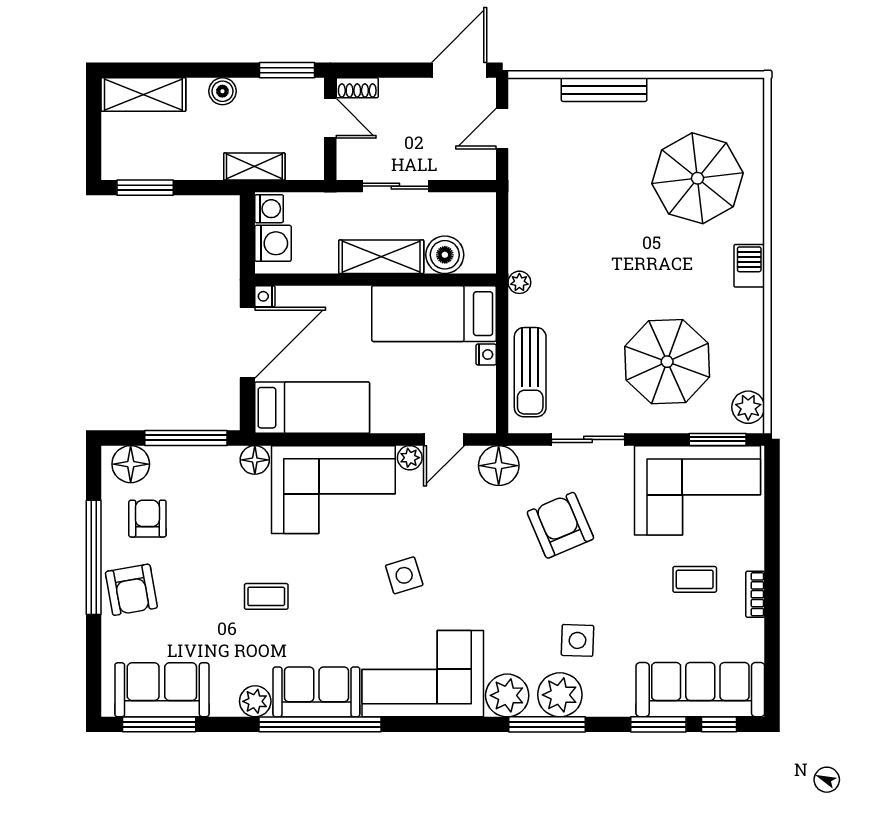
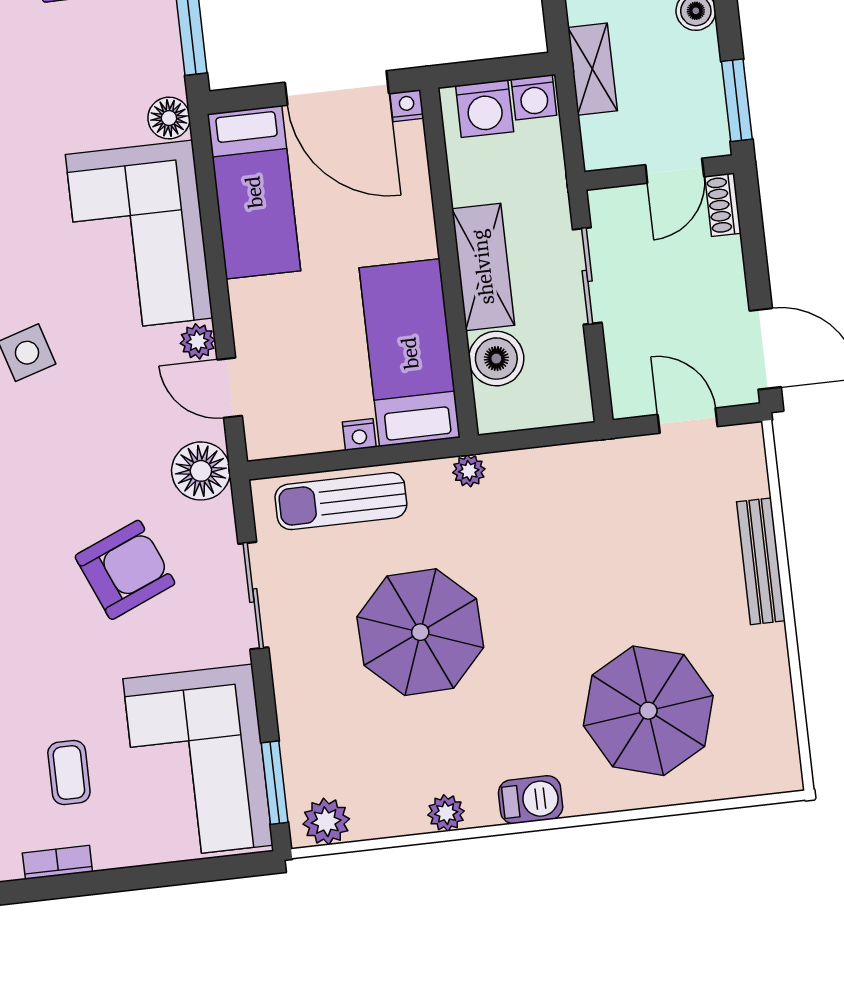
plant: (752, 325) -> (446, 813), added
parasol: (667, 362) -> (420, 632), moved

